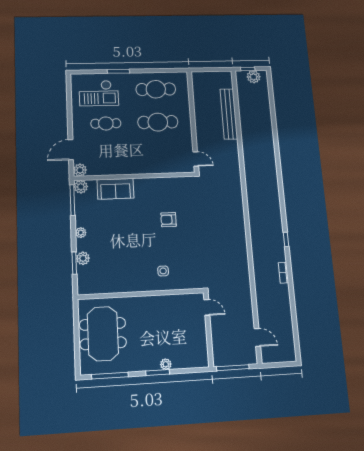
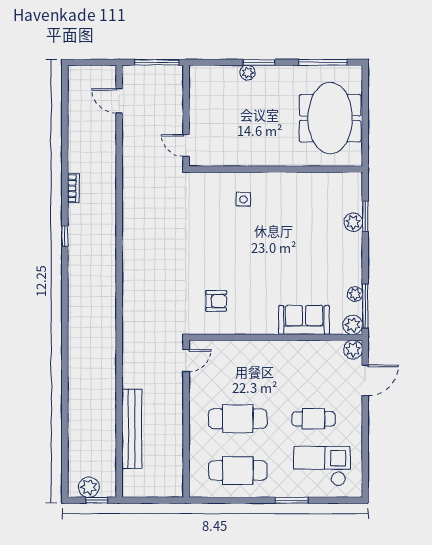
door: (196, 159) -> (186, 361), swing flipped
armchair: (169, 220) -> (216, 301), moved
plant: (81, 233) -> (355, 294), moved

